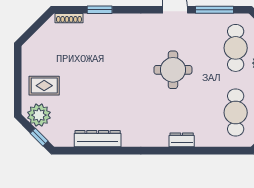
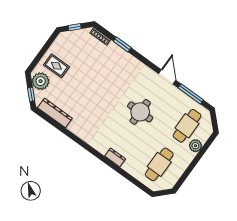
window: (34, 29) -> (75, 27), added
dresser: (98, 139) -> (55, 113), moved

